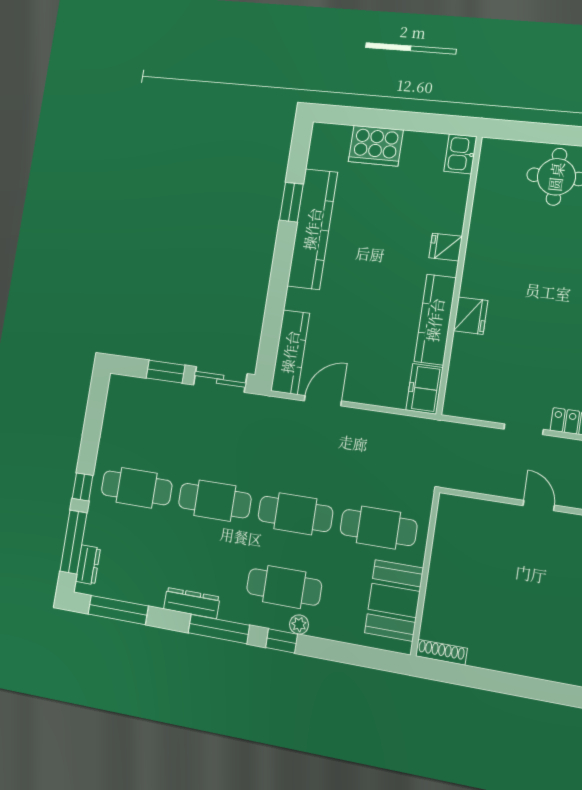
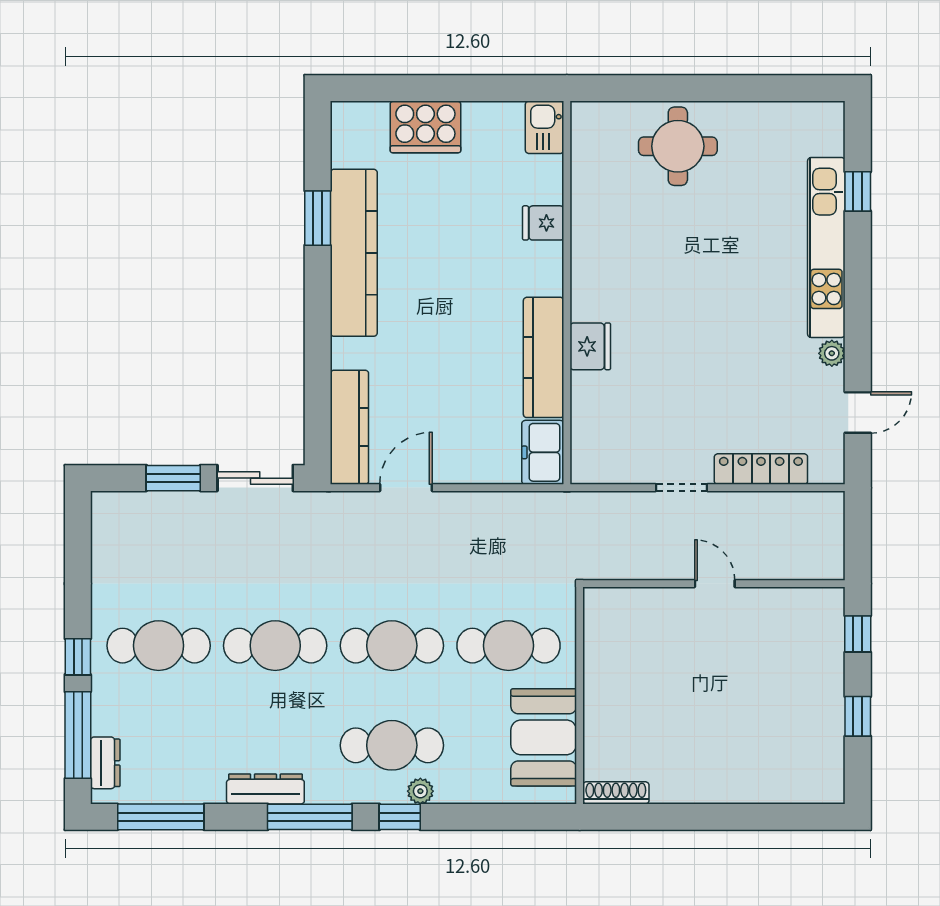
fridge: (446, 247) -> (543, 223), moved

